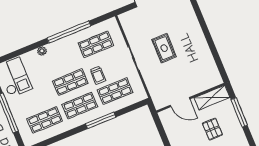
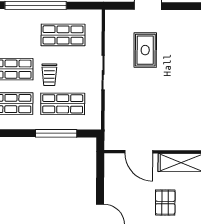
rug: (164, 48) -> (145, 50), moved
window: (101, 120) -> (56, 133), moved

